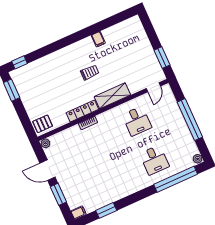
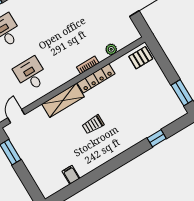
filing cabinet: (98, 39) -> (71, 175), moved
window: (20, 62) -> (157, 138), moved
plant: (45, 143) -> (111, 49), moved

